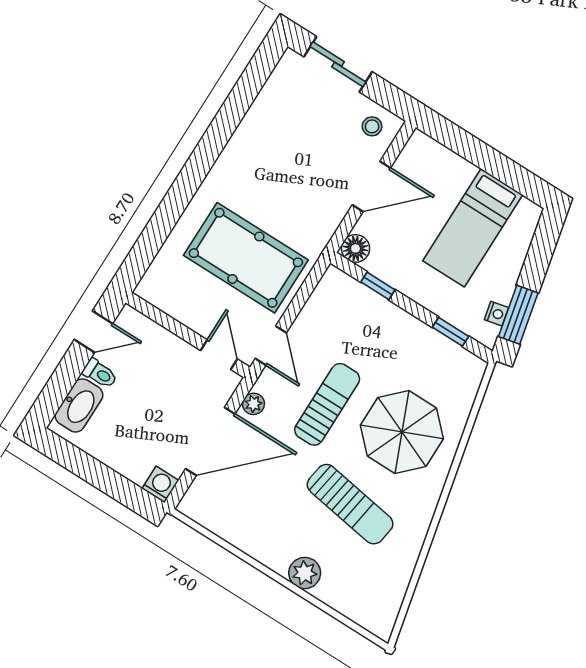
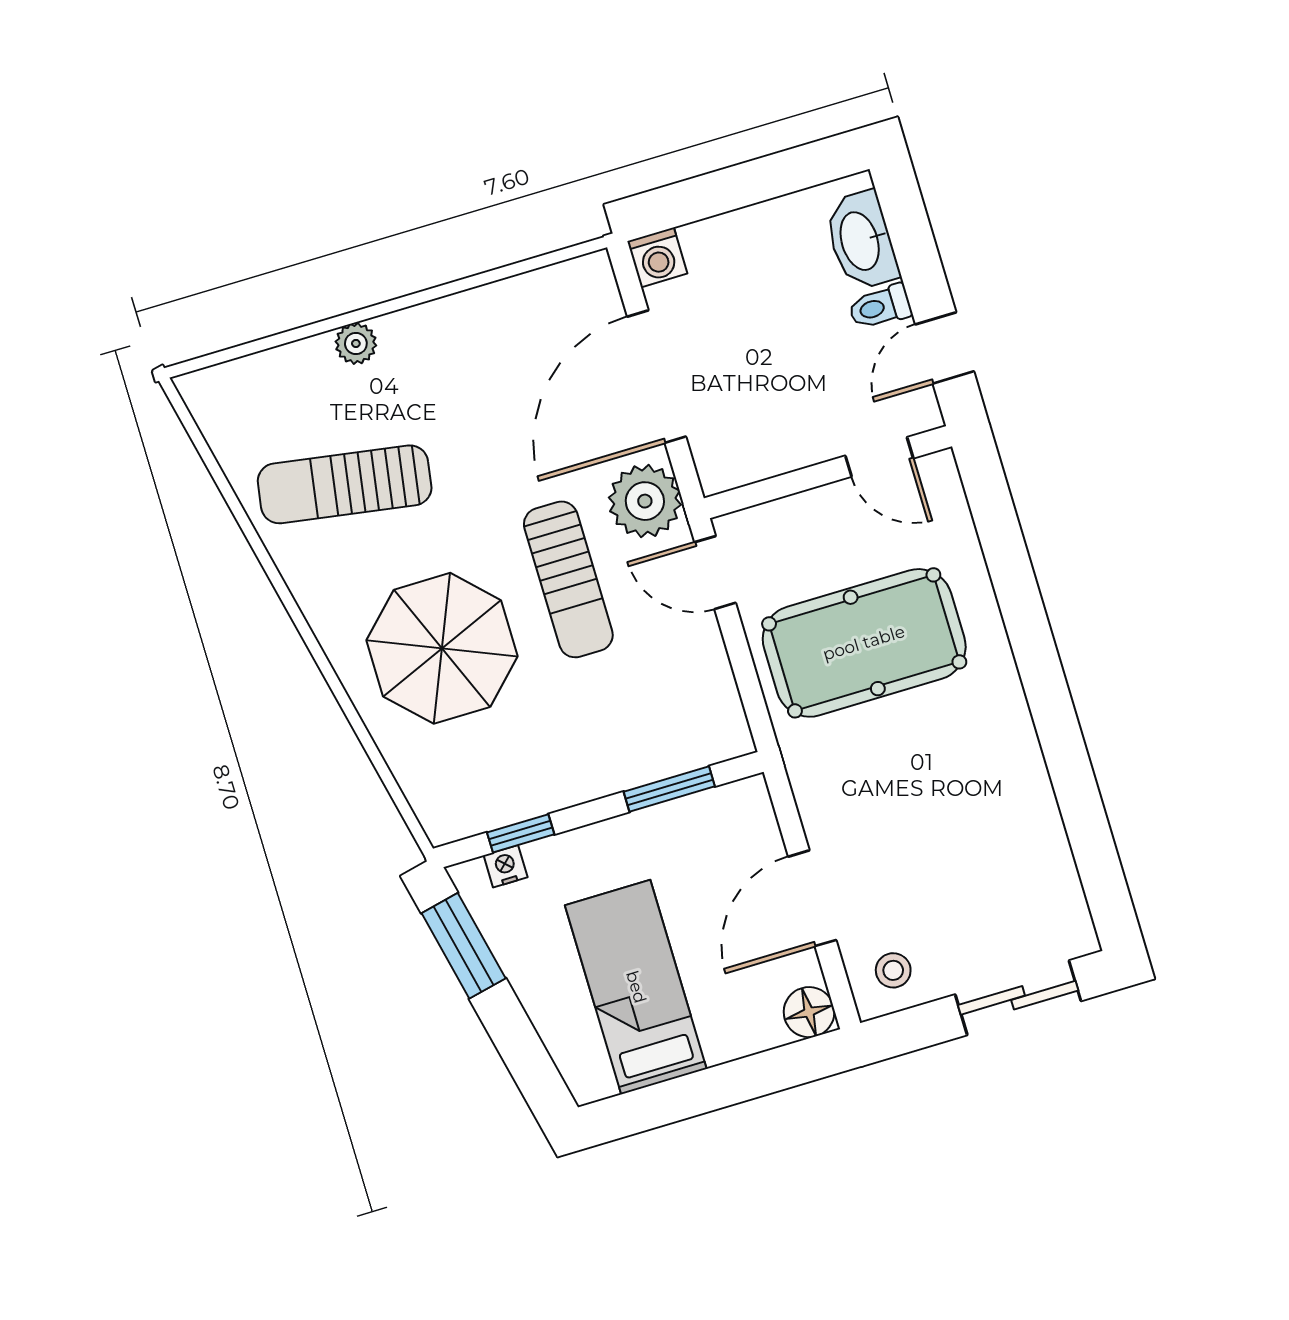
floor lamp: (356, 248) -> (809, 1012), moved
window: (378, 286) -> (669, 789), width x1.50
nightstand: (496, 314) -> (506, 866), moved, turned 103
door: (219, 355) -> (879, 457), moved
plant: (254, 404) -> (645, 501), width x1.88, depth x1.88
sun lounger: (350, 504) -> (345, 484), moved
plant: (305, 573) -> (356, 343), width x0.73, depth x0.73

